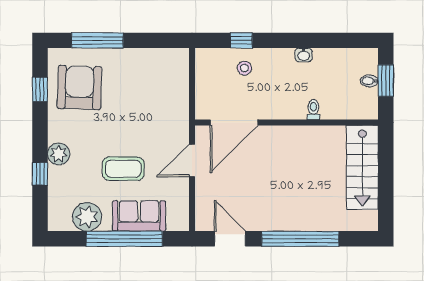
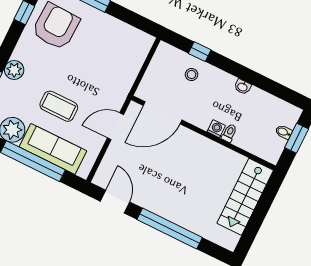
washing machine: (298, 112) -> (216, 129), added
sofa: (139, 216) -> (53, 149), width x1.36

